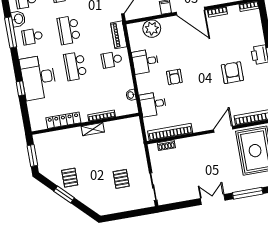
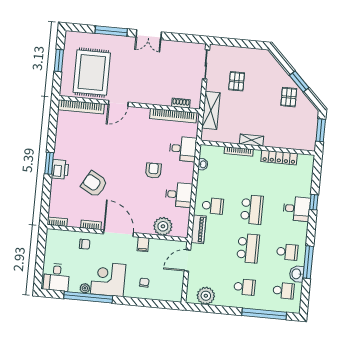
armchair: (232, 73) -> (94, 184), moved, turned 119
desk: (38, 77) -> (297, 209), width x0.53, depth x0.77
shelving: (137, 146) -> (211, 110), added

